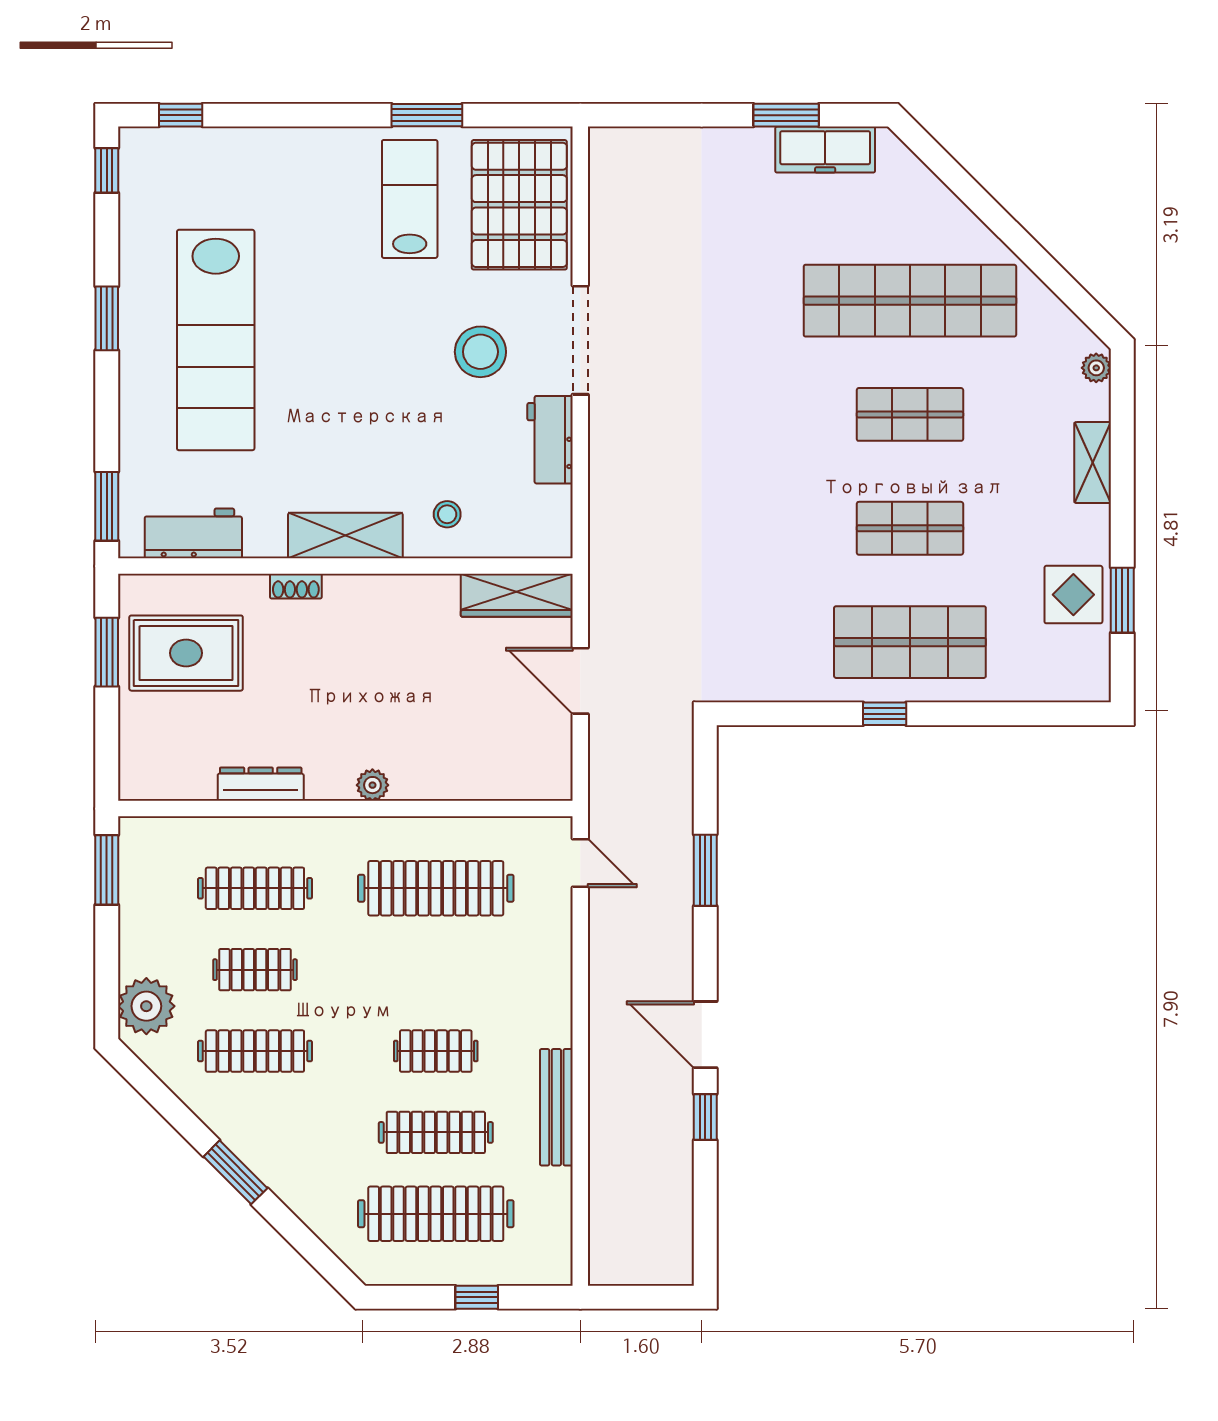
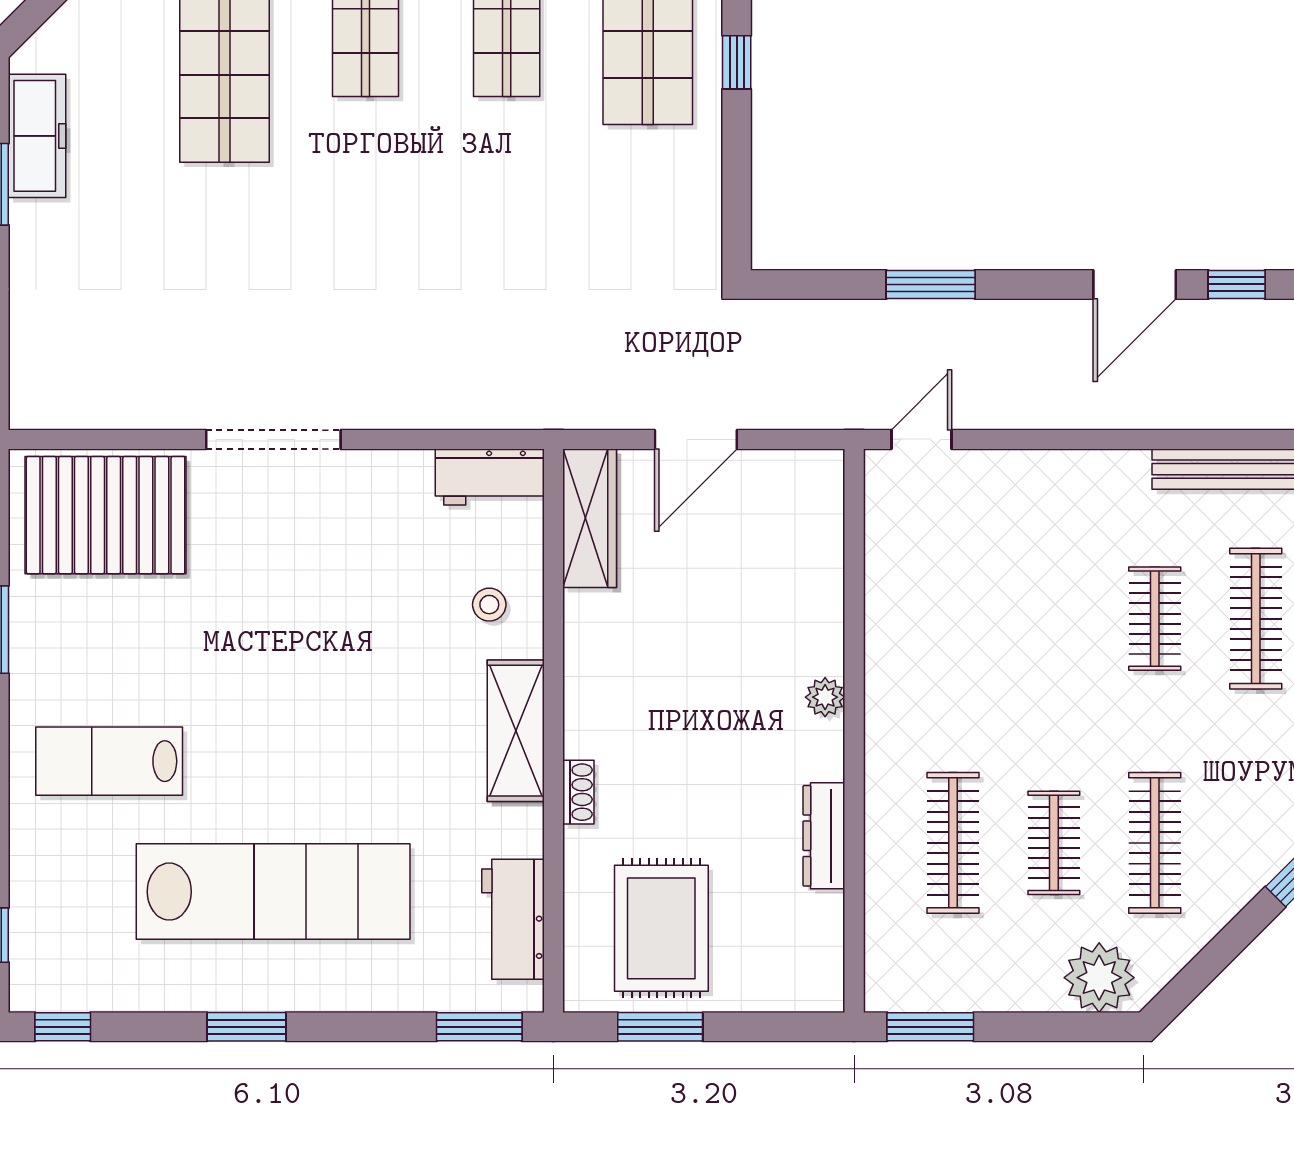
lab bench: (410, 199) -> (109, 761), moved
stool: (480, 352) -> (288, 563), removed
workbench: (550, 440) -> (490, 477), moved
clothes rail: (436, 888) -> (953, 619), removed

